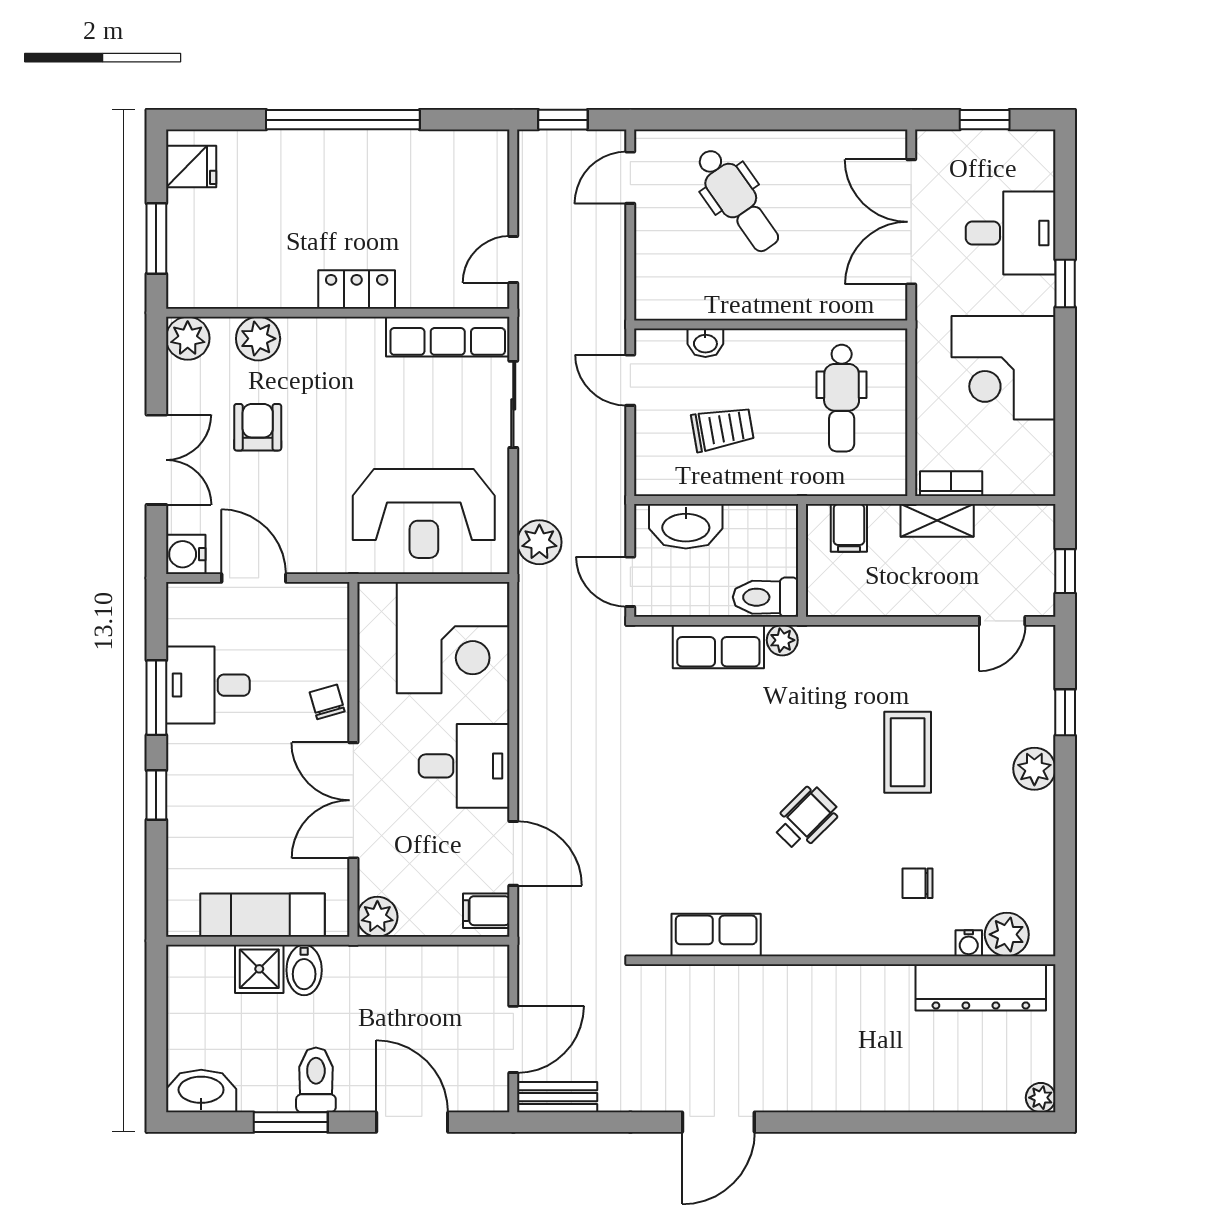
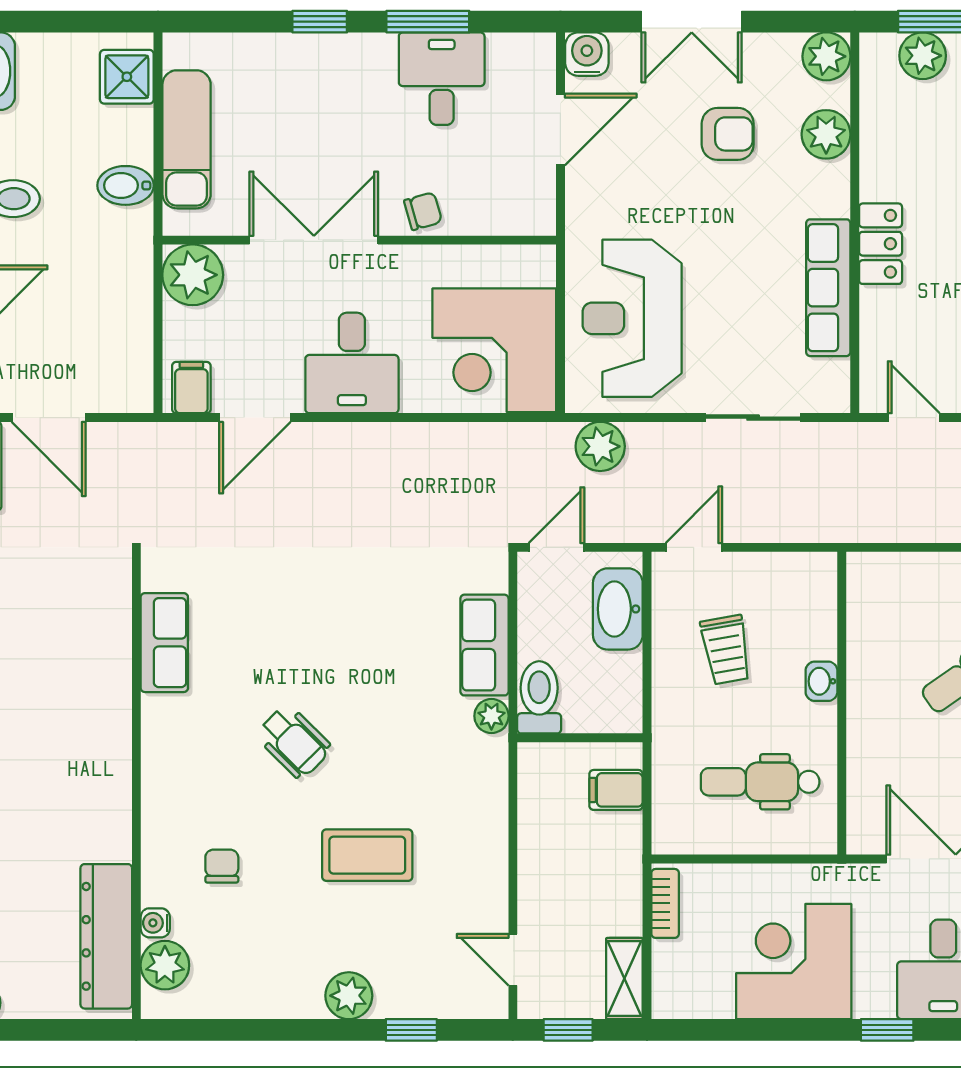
plant: (187, 252) -> (923, 56), added
row of seats: (448, 337) -> (828, 288), moved
washbasin: (705, 343) -> (821, 681), moved
door: (630, 380) -> (694, 547), moved
shelving: (937, 520) -> (624, 979), moved
plant: (377, 917) -> (193, 275), width x1.36, depth x1.36
shower: (259, 969) -> (127, 77), moved

